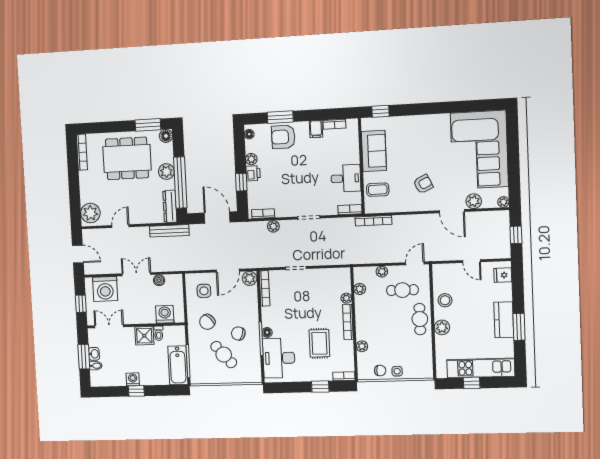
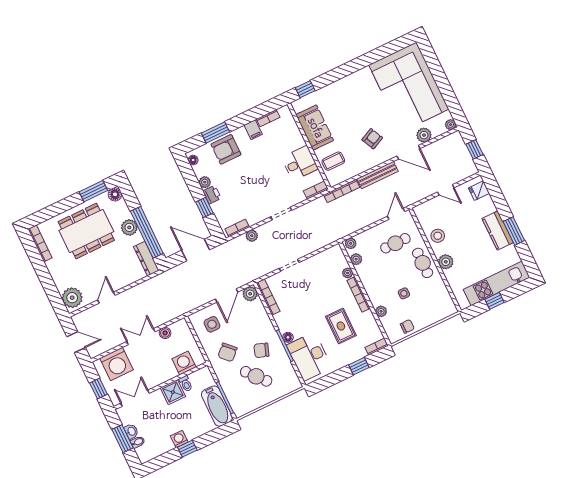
bench: (169, 231) -> (378, 175), moved
plant: (382, 272) -> (351, 243), moved
side table: (397, 371) -> (404, 293), moved

